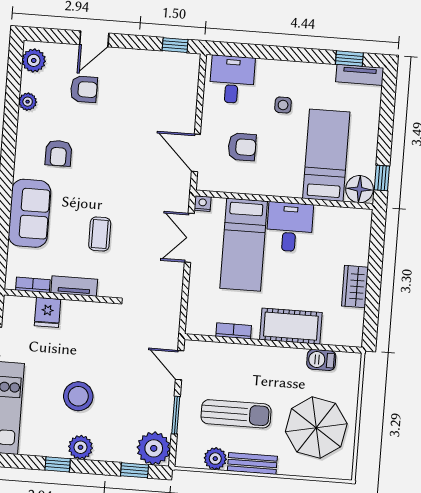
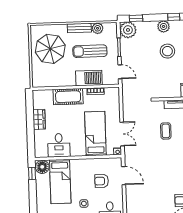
desk: (290, 227) -> (59, 145), moved
barbecue: (321, 360) -> (89, 78), moved, width x1.88, depth x1.53

